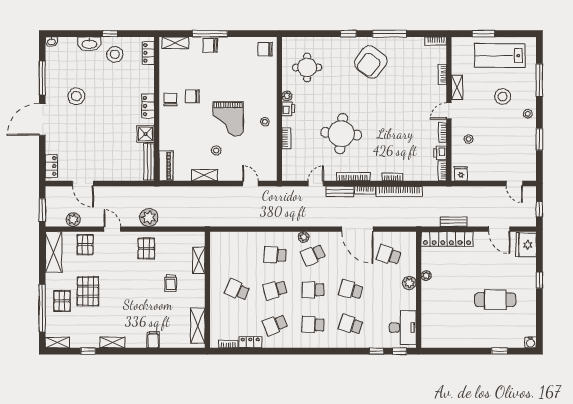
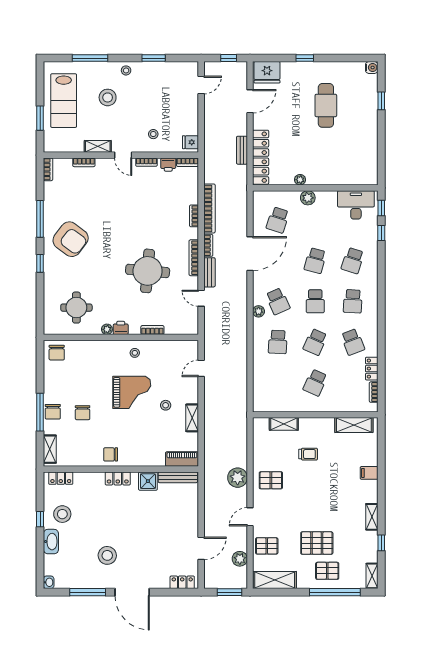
chair: (192, 96) -> (83, 413), moved
school desk: (275, 290) -> (315, 342), turned 39

